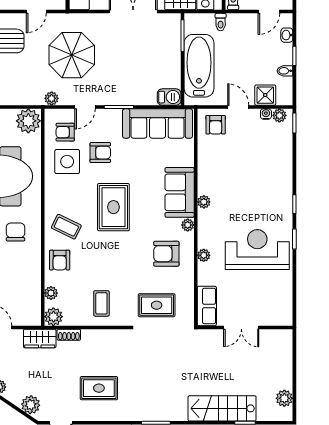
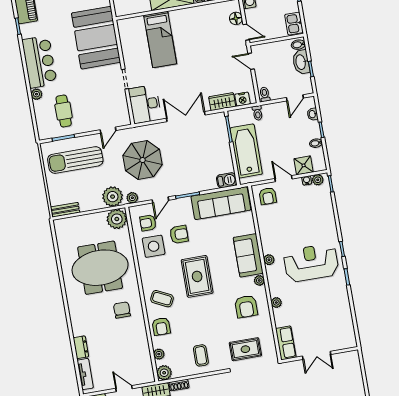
plant: (28, 93) -> (113, 197), added
reception desk: (257, 250) -> (311, 263), moved
armchair: (166, 254) -> (246, 307), turned -90

